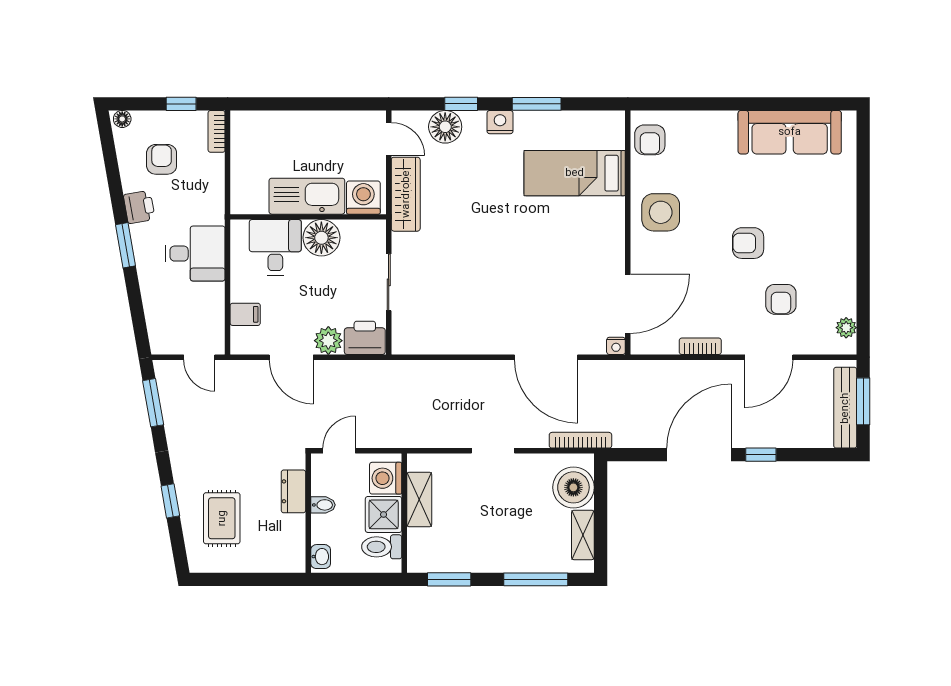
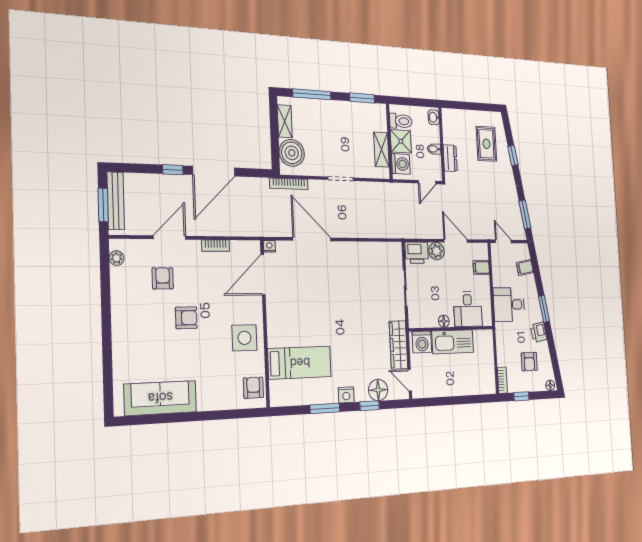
floor lamp: (321, 238) -> (444, 321), width x0.53, depth x0.53
filing cabinet: (159, 314) -> (525, 268), added

